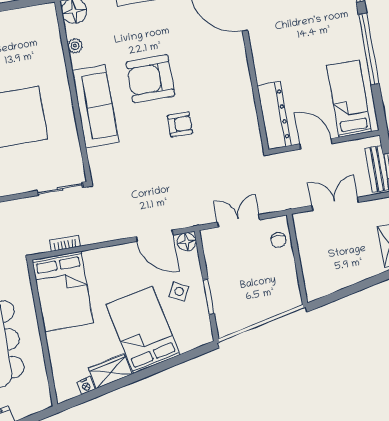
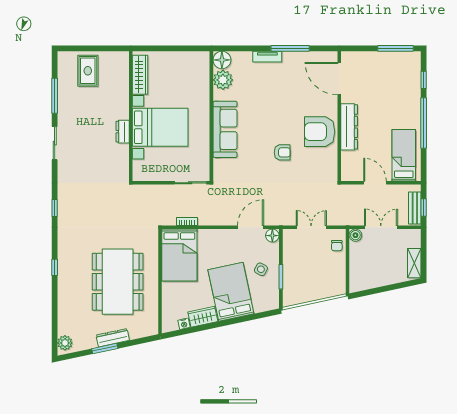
plant: (75, 46) -> (223, 80), width x1.87, depth x1.87
armchair: (150, 79) -> (320, 132), moved
dresser: (274, 116) -> (349, 127), moved
boiler: (302, 221) -> (355, 235), added
door: (155, 236) -> (251, 227), swing flipped

